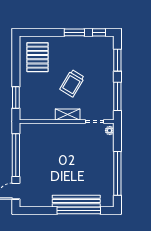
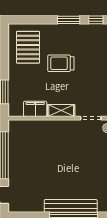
trolley: (72, 83) -> (61, 63), moved, turned 59
filing cabinet: (44, 113) -> (35, 109), added

